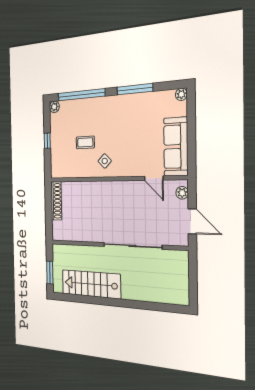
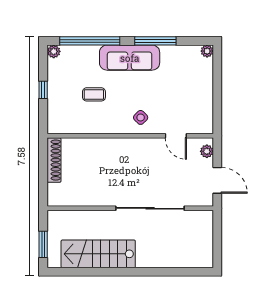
sofa: (176, 147) -> (130, 58), moved, turned -90
side table: (105, 161) -> (141, 117), moved

